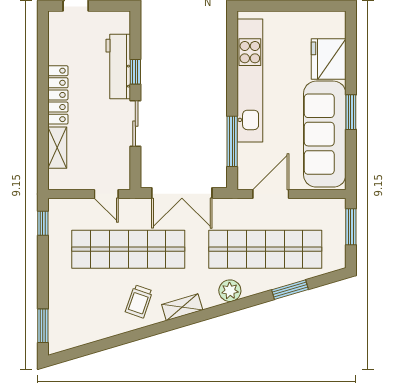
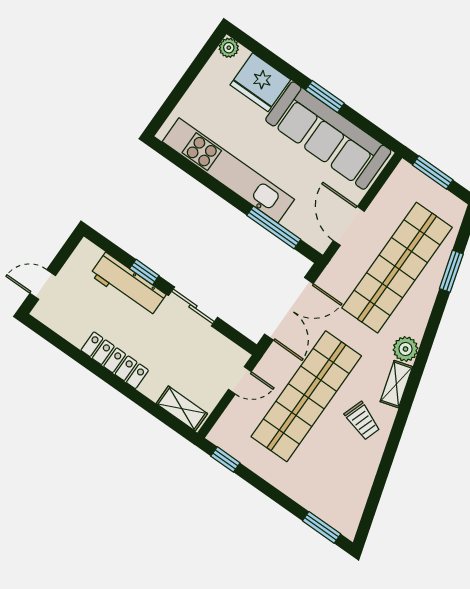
plant: (337, 19) -> (229, 48), added
shelving: (57, 148) -> (182, 409), moved
plant: (230, 291) -> (406, 349), moved

